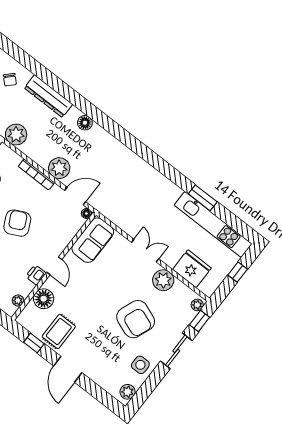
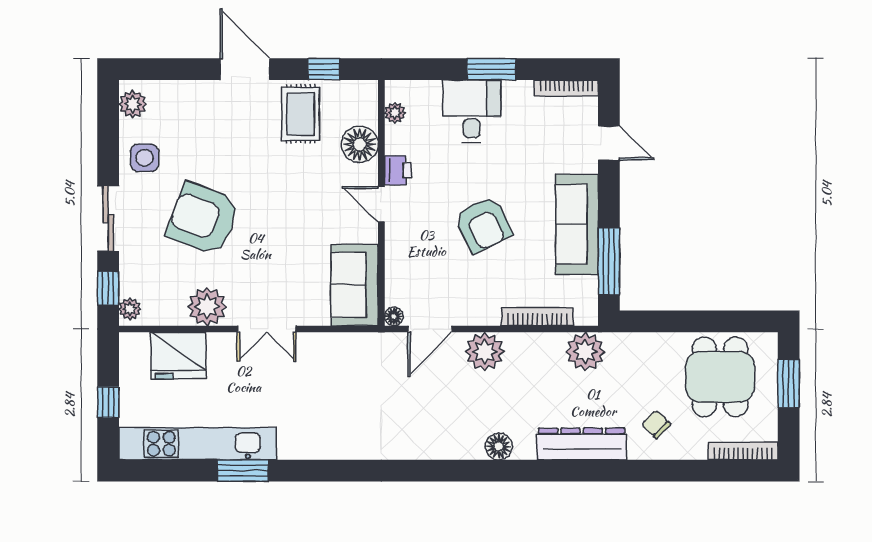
bookcase: (36, 174) -> (537, 317), moved

